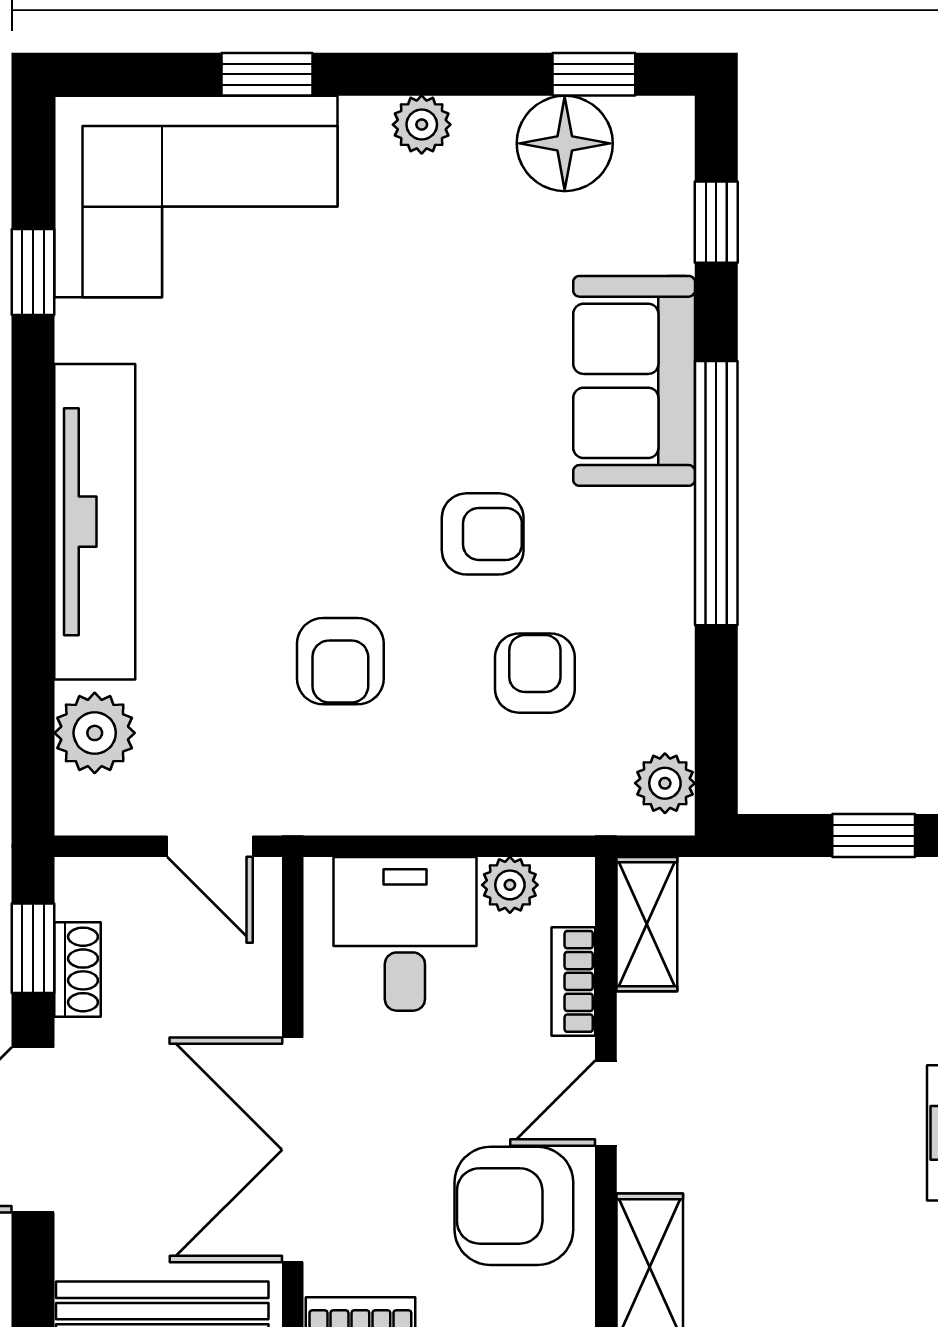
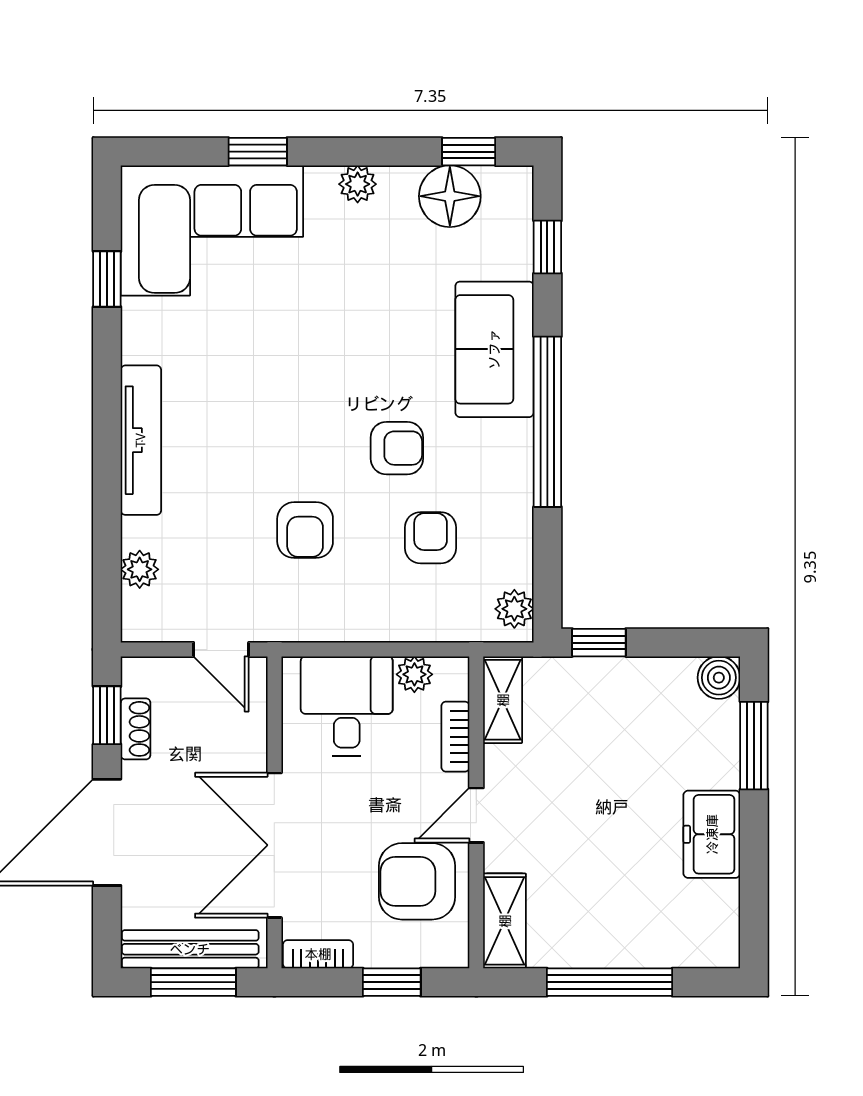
tv unit: (95, 522) -> (141, 440), width x0.73, depth x0.78
plant: (95, 733) -> (140, 569), width x0.73, depth x0.73
window: (874, 836) -> (599, 643), moved

